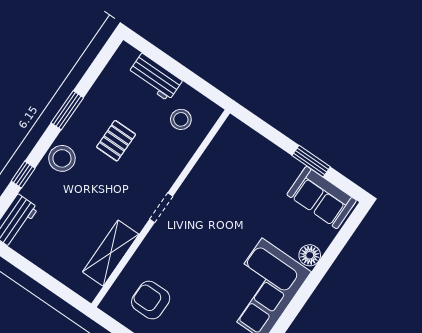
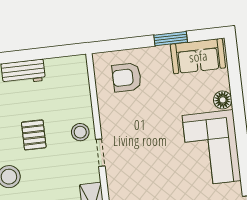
stool: (181, 119) -> (80, 132), moved
armchair: (242, 161) -> (127, 77), added

